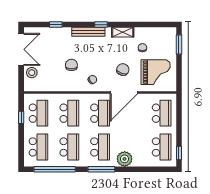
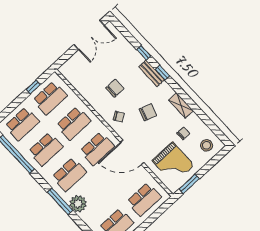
window: (56, 25) -> (144, 53), moved
window: (101, 25) -> (162, 73), moved
bench: (88, 32) -> (152, 73), width x0.73
window: (179, 45) -> (189, 184), moved
chair: (123, 70) -> (148, 112), moved
stool: (32, 73) -> (207, 145), moved
window: (101, 169) -> (60, 201), moved

